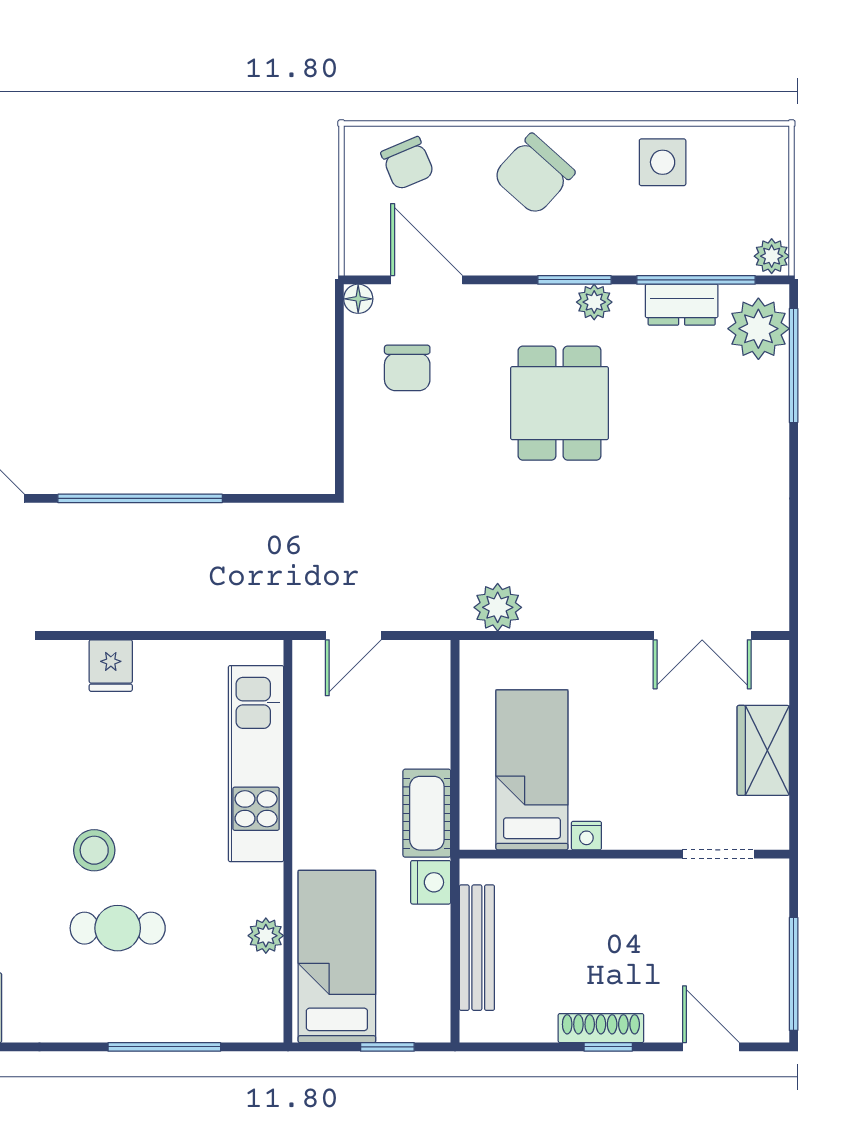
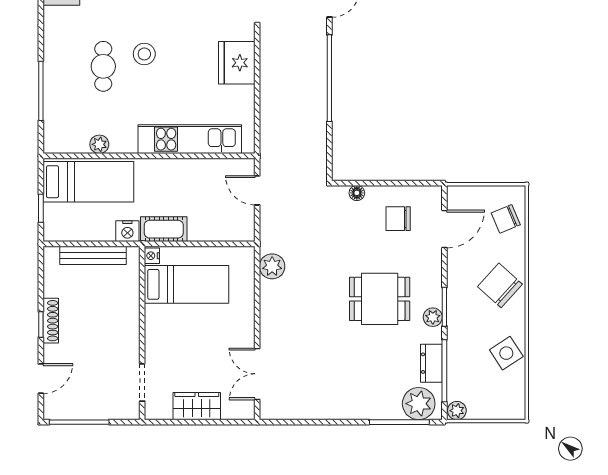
side table: (663, 162) -> (506, 353), turned -33
floor lamp: (358, 299) -> (357, 193), moved
fridge: (111, 666) -> (237, 63), width x1.88, depth x1.34
nightstand: (586, 836) -> (152, 256), moved

